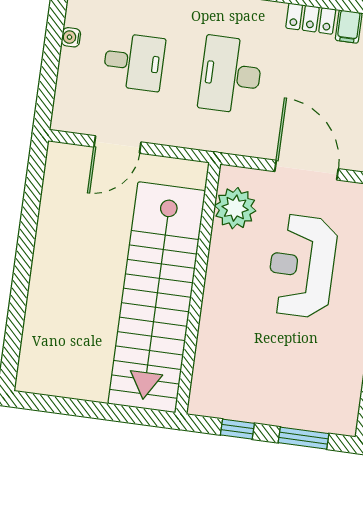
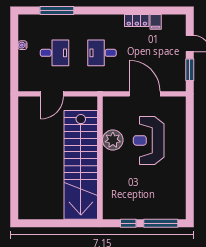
desk: (231, 75) -> (102, 53), width x0.73
plant: (235, 208) -> (113, 140), moved
window: (304, 438) -> (161, 223), width x1.44

